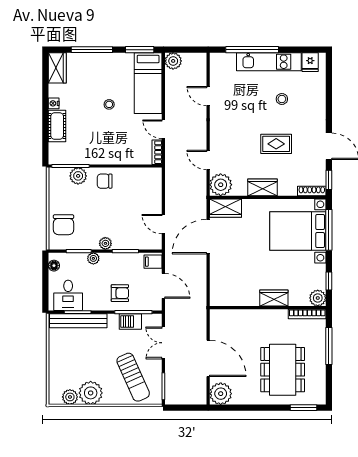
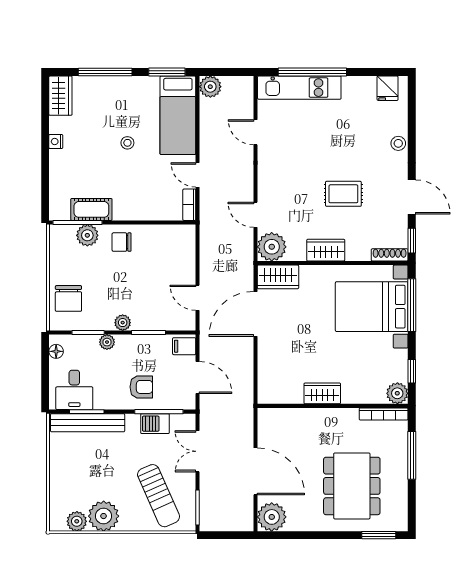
kitchen unit: (269, 62) -> (299, 88), moved
stool: (282, 99) -> (398, 143), moved
cot: (57, 126) -> (91, 209), moved, turned 90
wardrobe: (274, 298) -> (322, 393), moved

